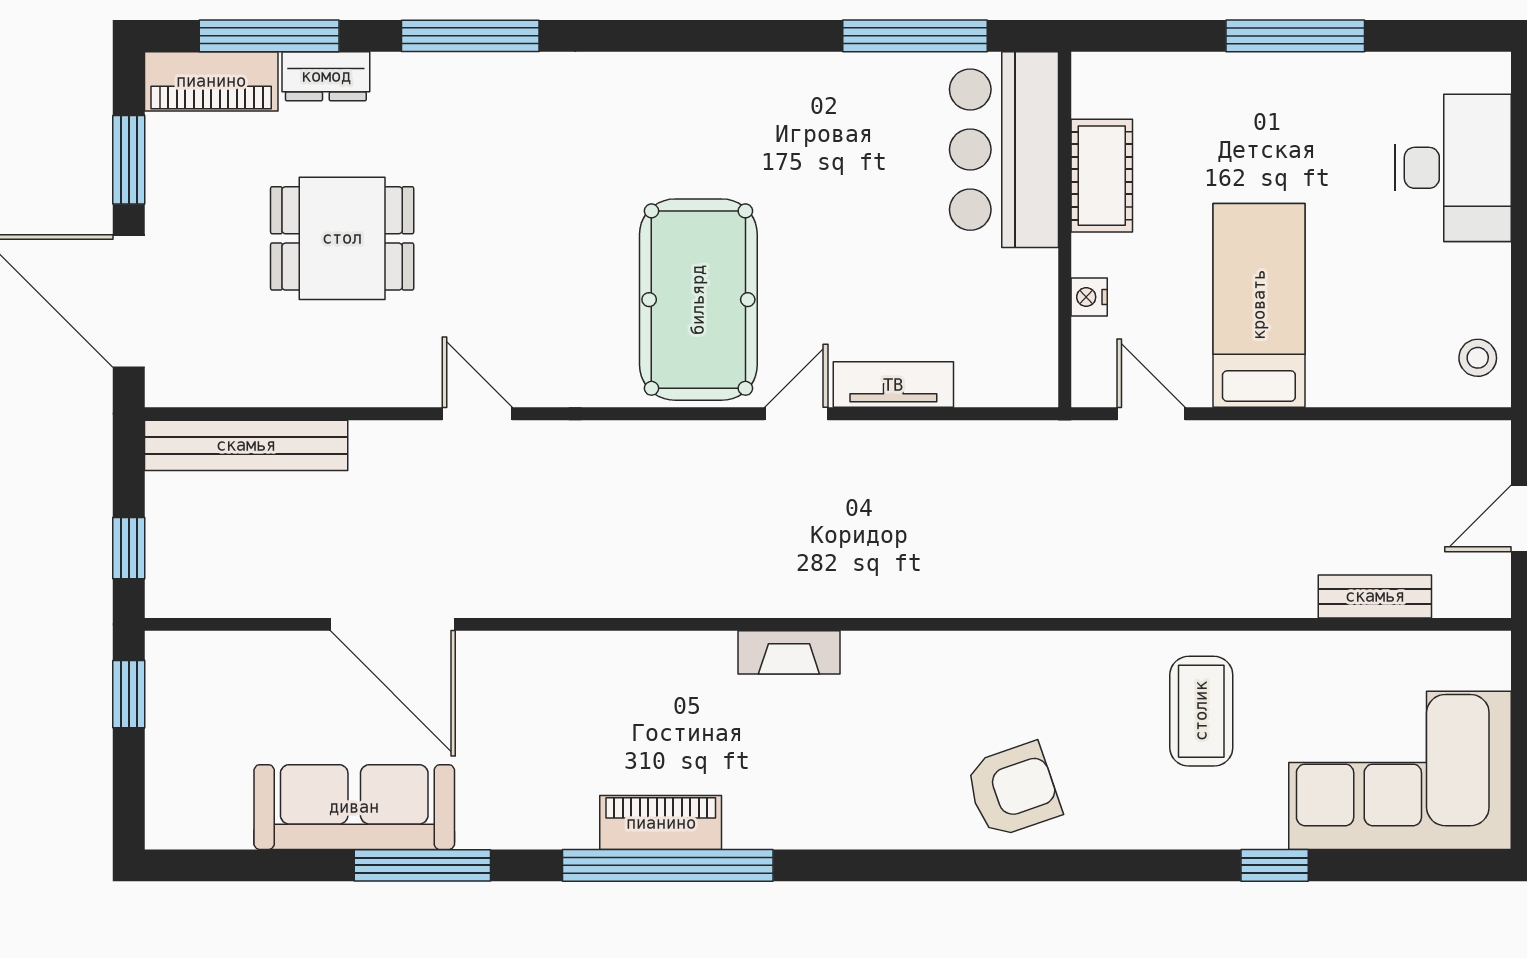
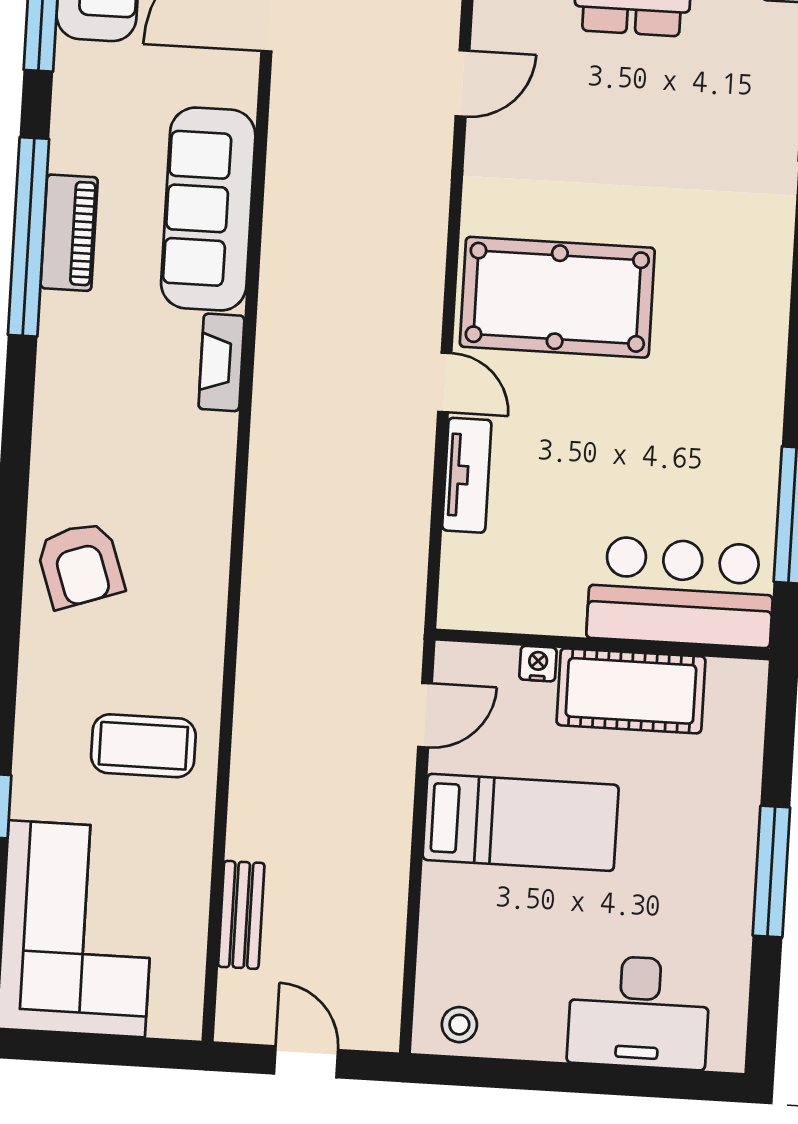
cot: (1102, 176) -> (631, 691), width x1.37, depth x1.34
sofa: (627, 676) -> (208, 209), added

